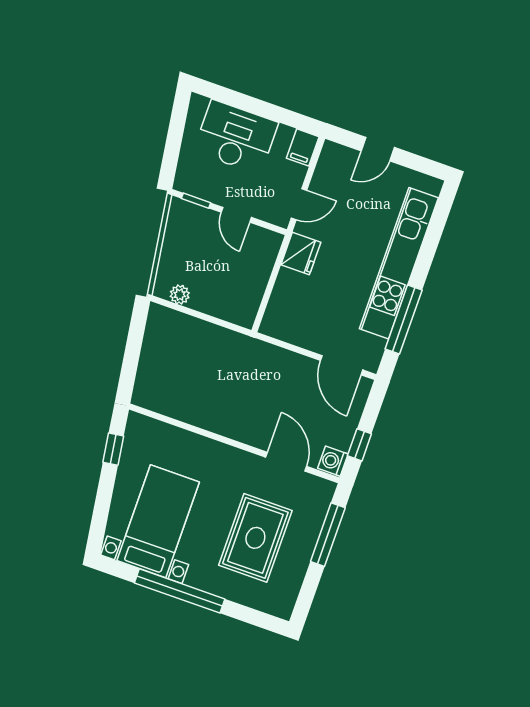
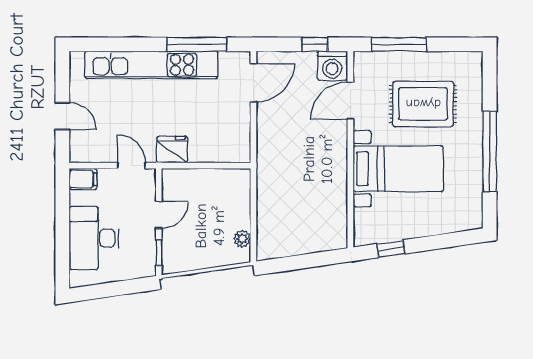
washing machine: (333, 461) -> (332, 66), width x1.38, depth x1.38
bed with nightstands: (158, 521) -> (398, 169), moved, turned 180

